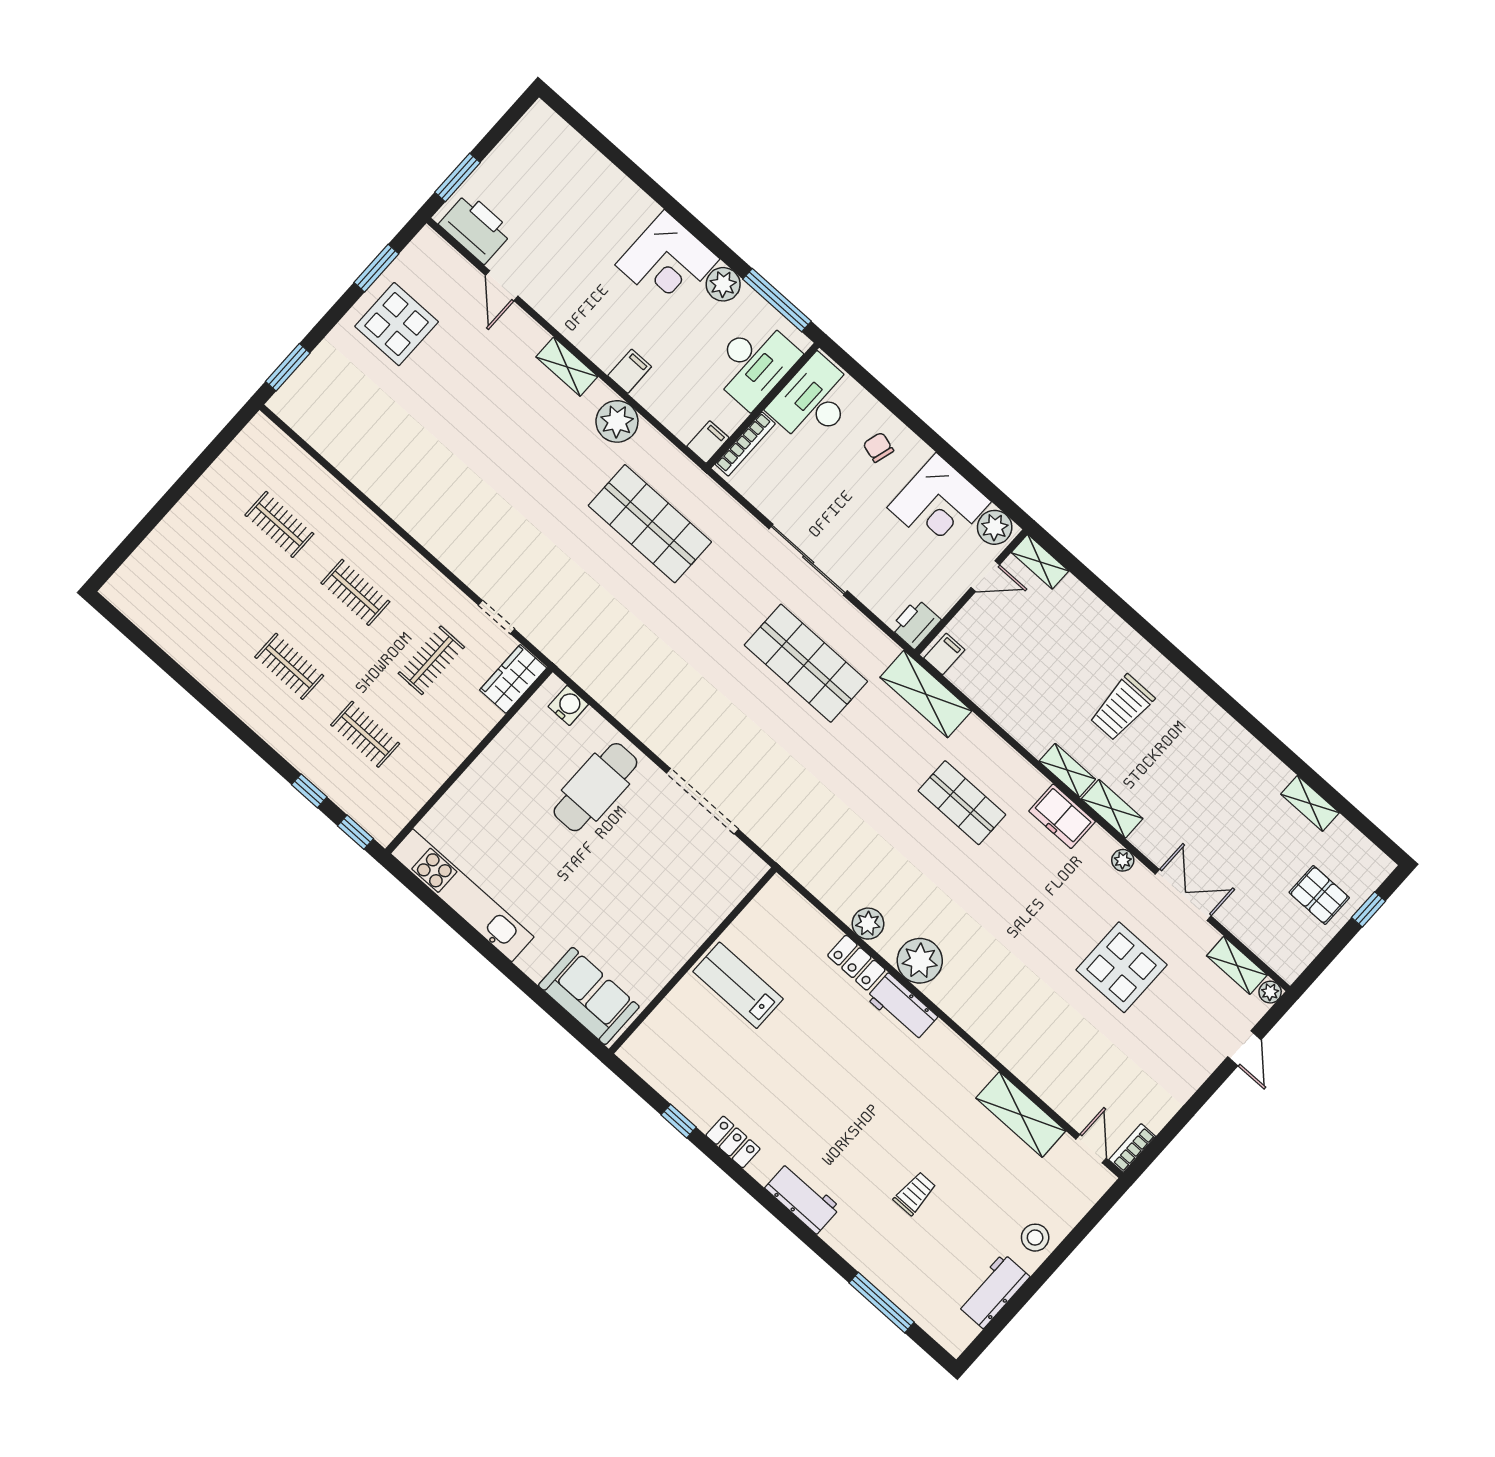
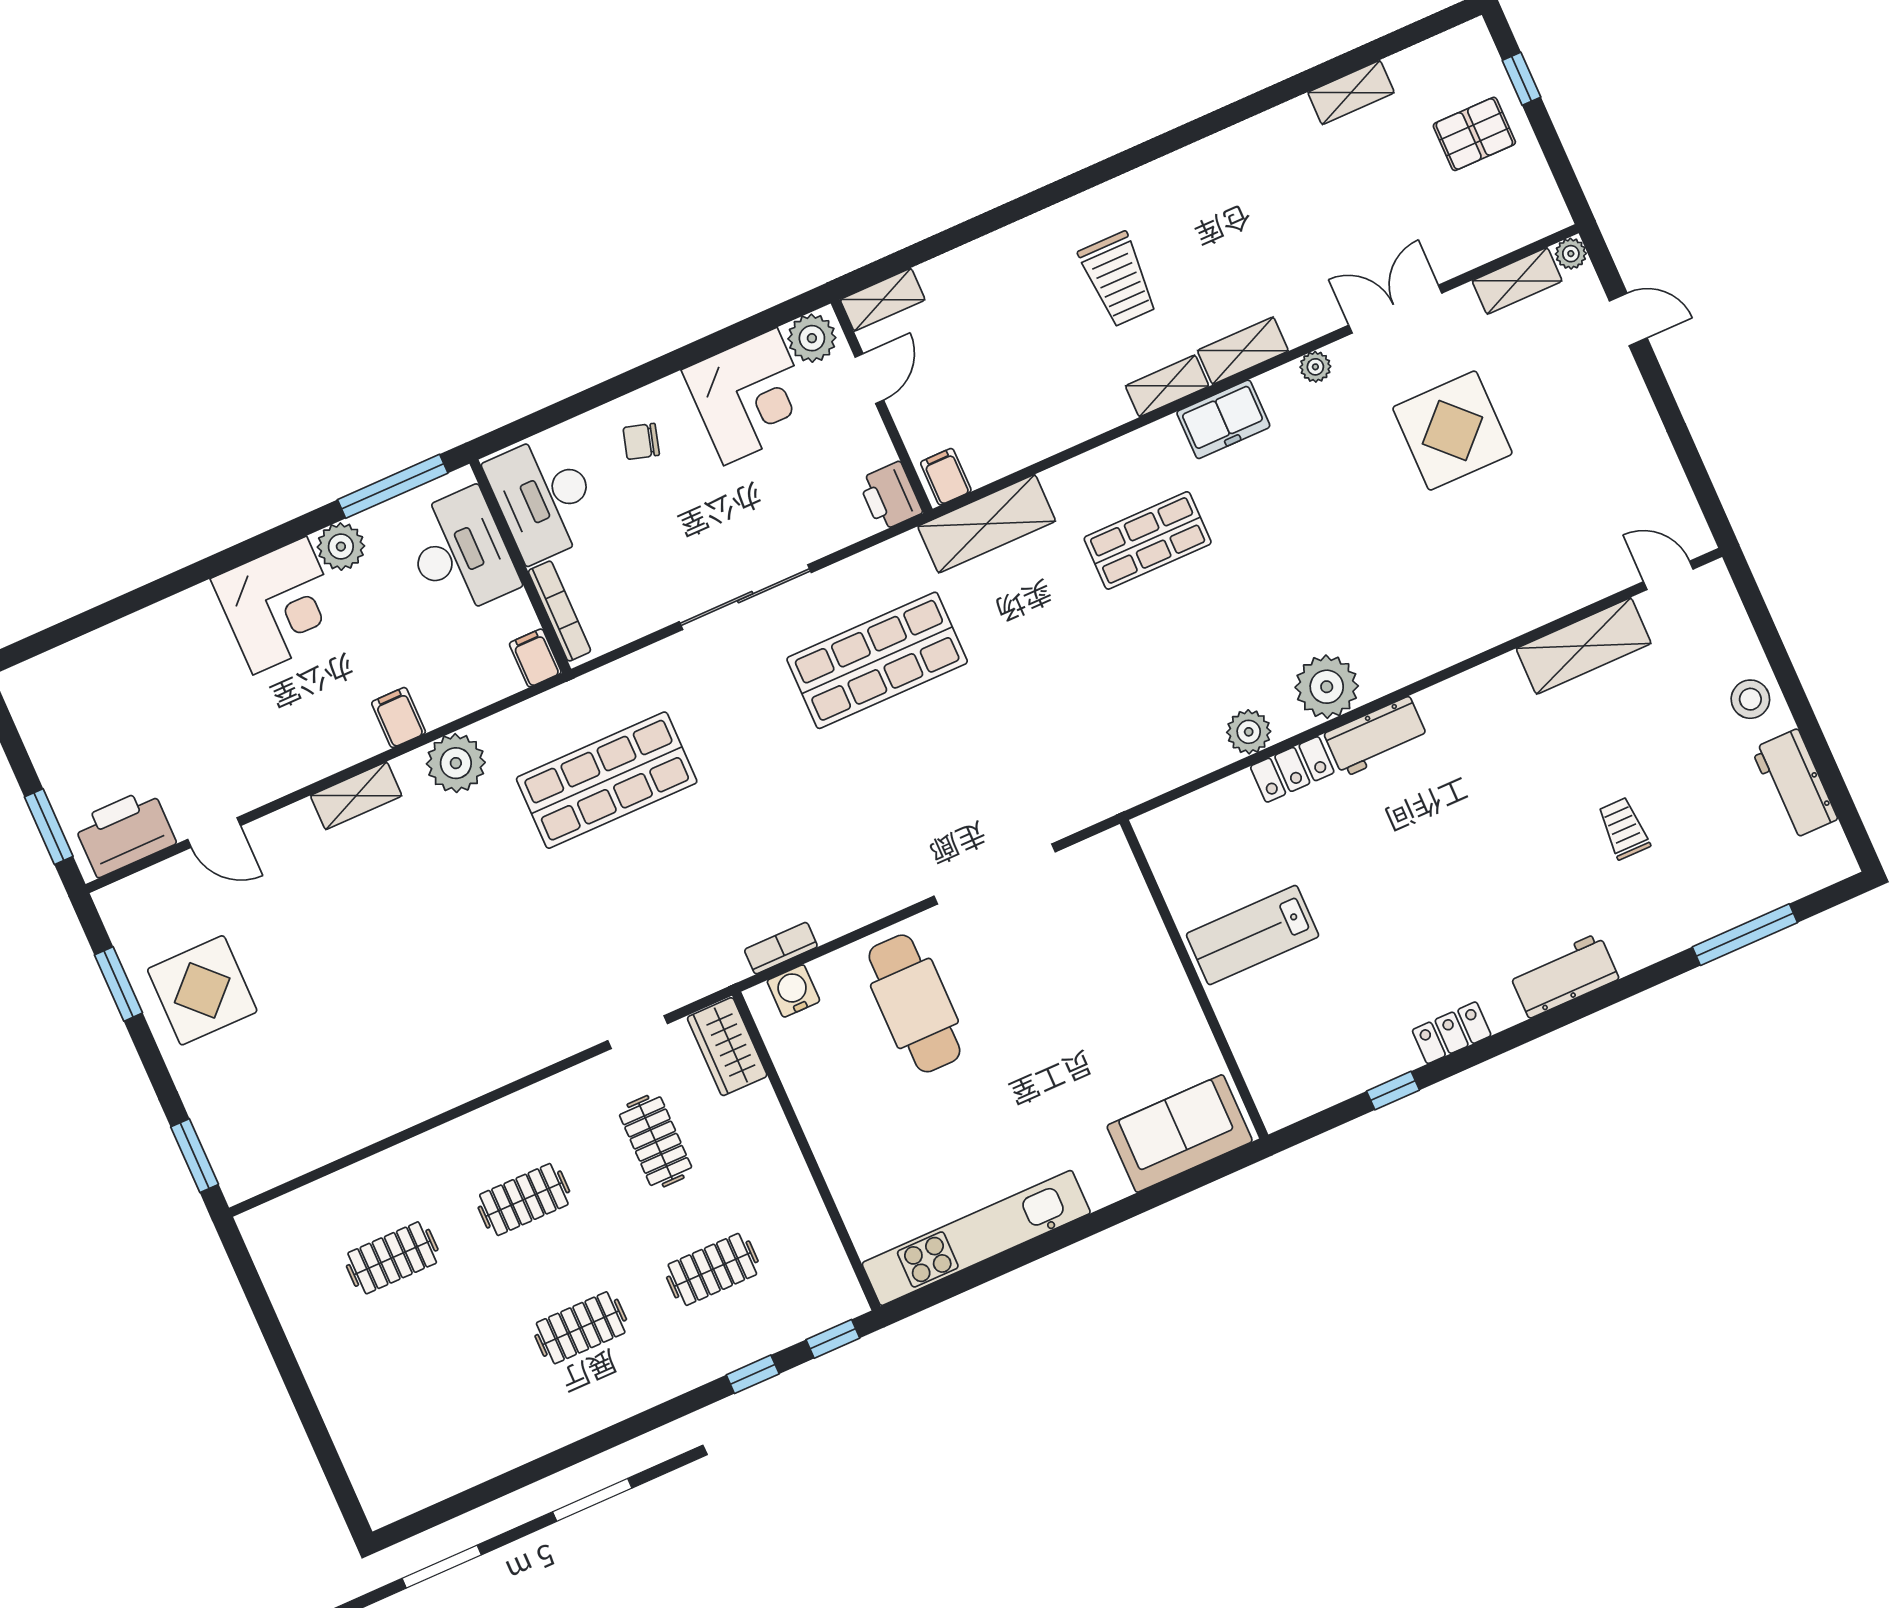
bookcase: (1132, 1148) -> (781, 948), moved, turned 90

